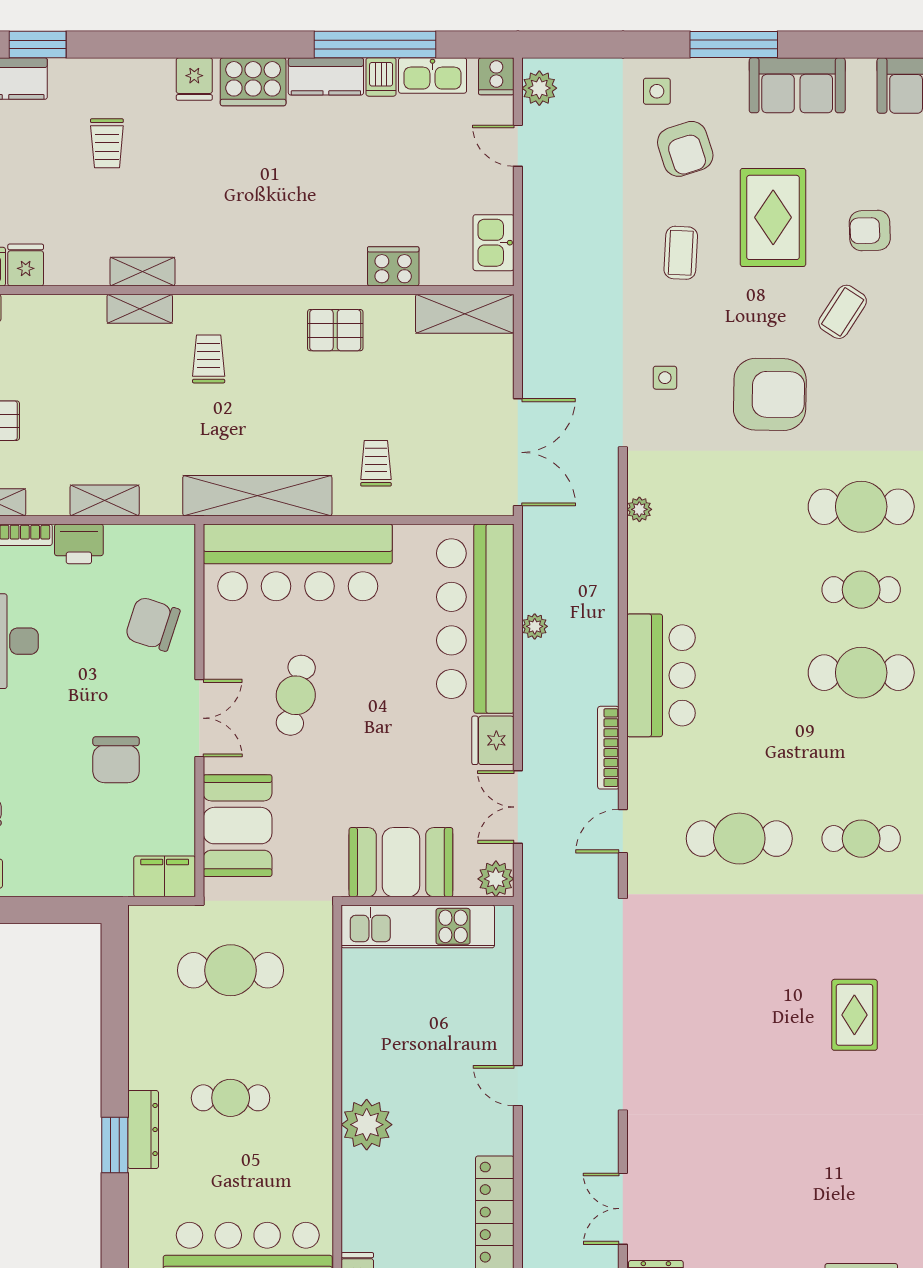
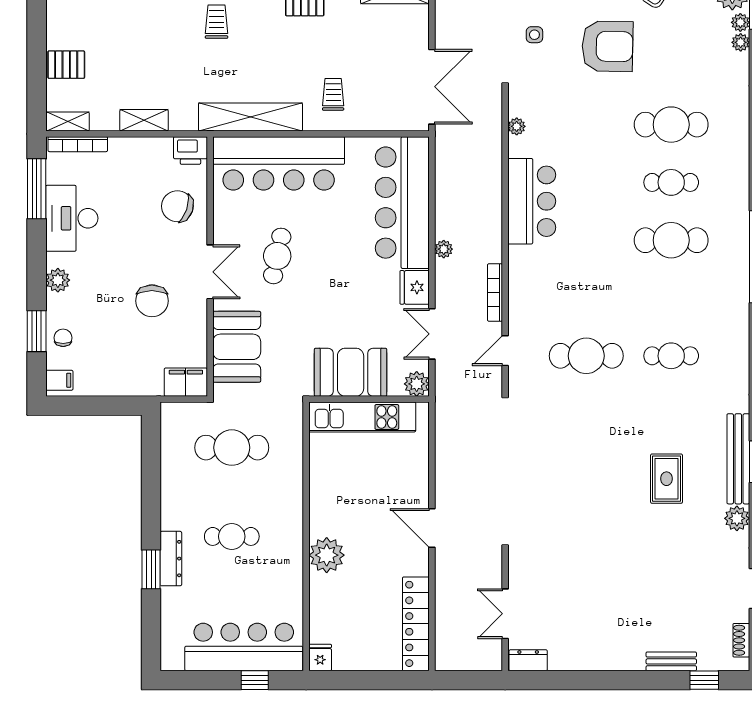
printer: (79, 544) -> (190, 150), moved
plant: (535, 626) -> (444, 249), moved
bar counter: (661, 675) -> (532, 201), moved
door: (518, 1086) -> (432, 528), width x1.38

